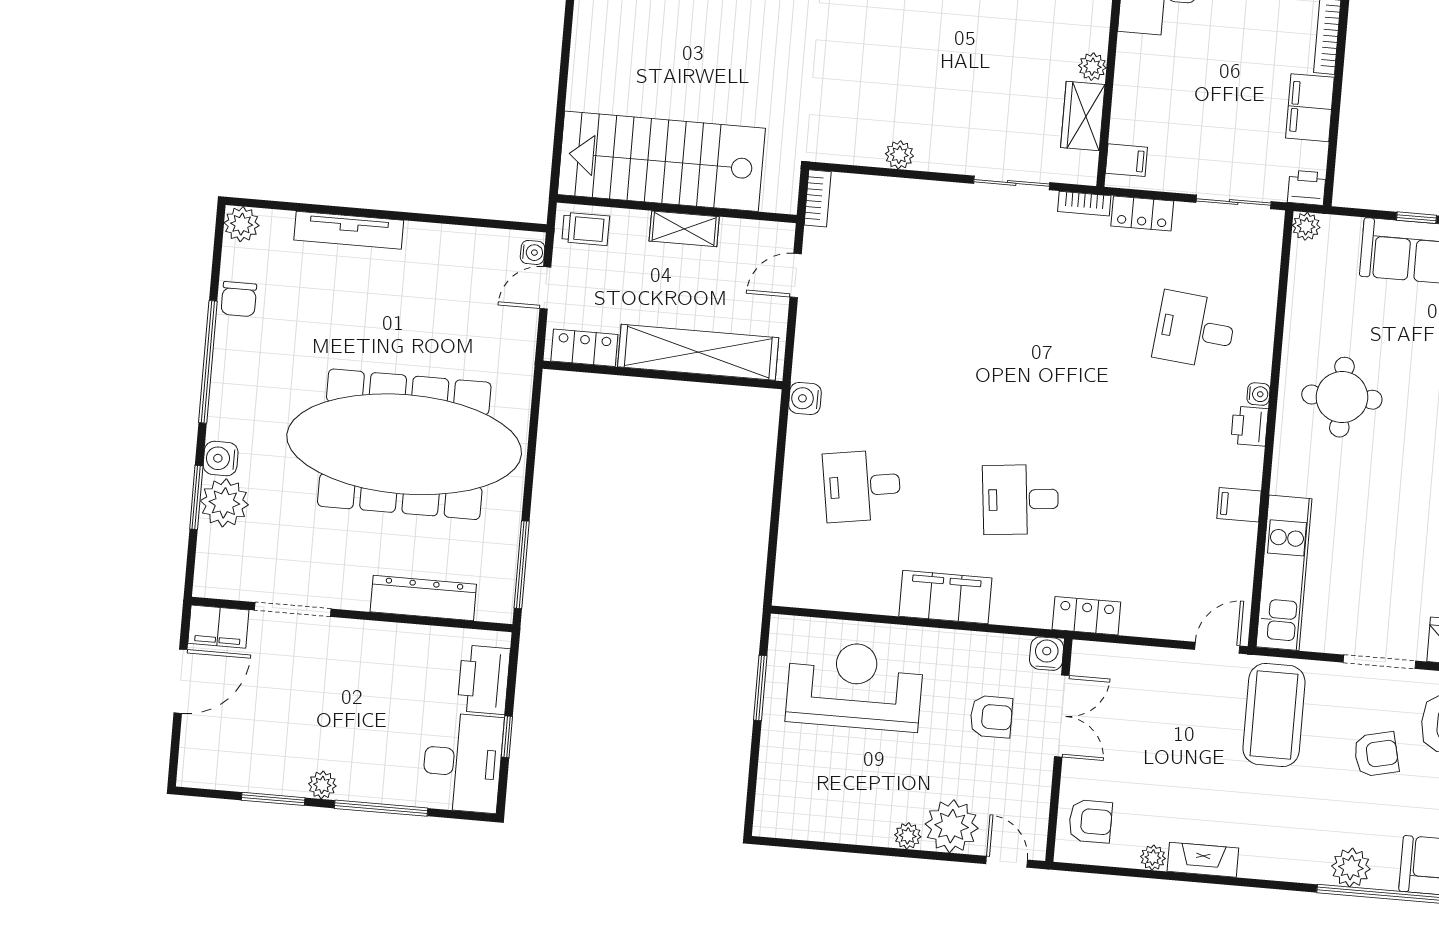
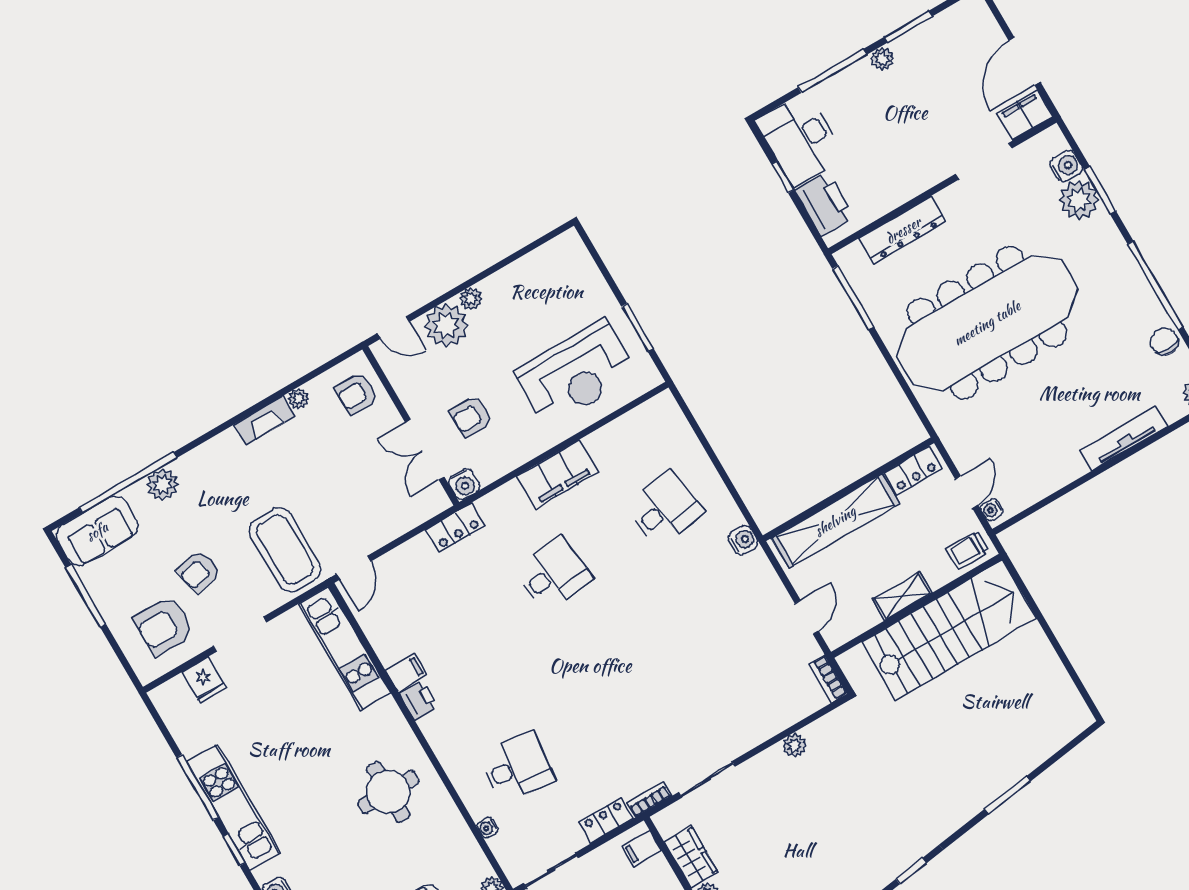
water cooler: (1258, 394) -> (487, 828), moved
printer: (1250, 426) -> (419, 700), moved
water cooler: (221, 458) -> (1066, 166), moved

